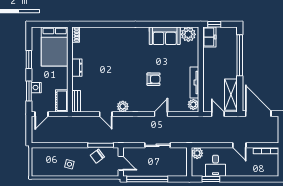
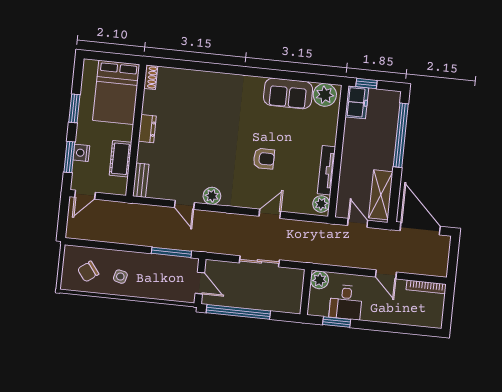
cot: (62, 101) -> (120, 159), moved
chair: (97, 156) -> (88, 272), moved

